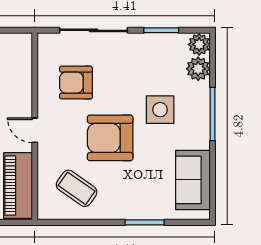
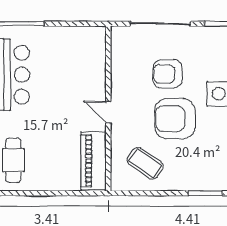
armchair: (76, 83) -> (168, 74), moved

